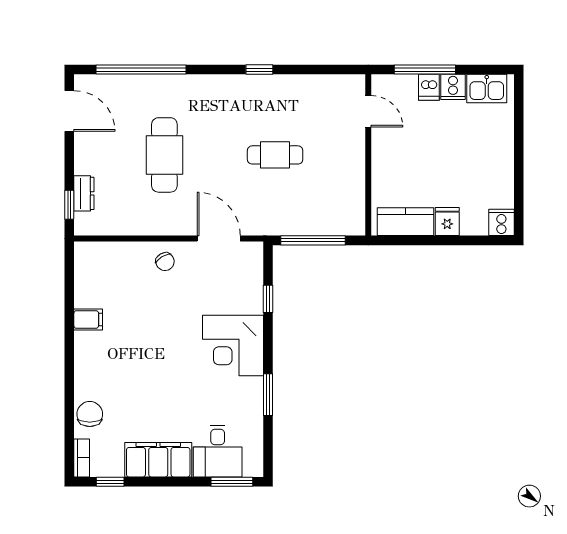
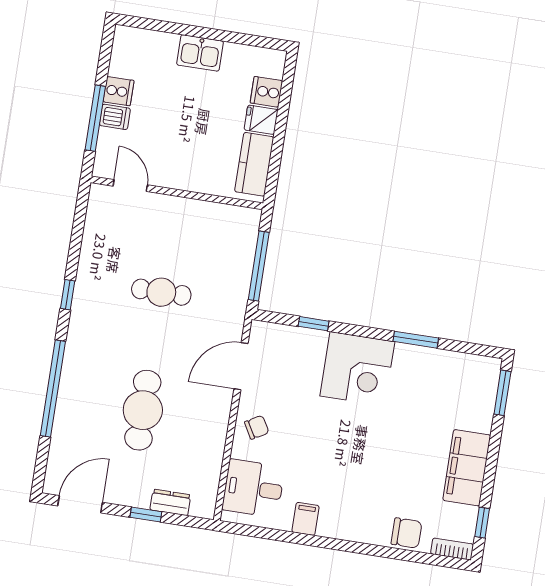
window: (141, 70) -> (53, 388), moved
kitchen sink: (487, 89) -> (200, 53), moved, turned 90
door: (368, 111) -> (130, 186), hinge flipped
cafe table: (164, 155) -> (143, 410), turned 90
cafe table: (275, 155) -> (161, 292), turned 90
window: (69, 205) -> (146, 514), moved
cooker: (501, 222) -> (266, 92), moved
chair: (90, 414) -> (407, 533), turned 180
desk: (218, 451) -> (253, 488), moved, turned 180

